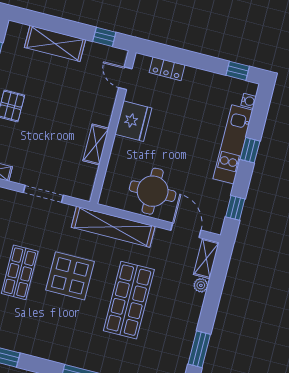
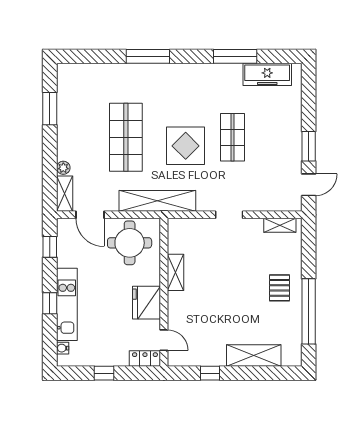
window: (238, 71) -> (104, 373), moved
door: (125, 78) -> (164, 340), moved
fridge: (133, 121) -> (147, 303), moved
wall: (113, 127) -> (164, 292), moved
shelving: (96, 145) -> (175, 272), moved
doorway: (43, 194) -> (229, 215), width x0.73

